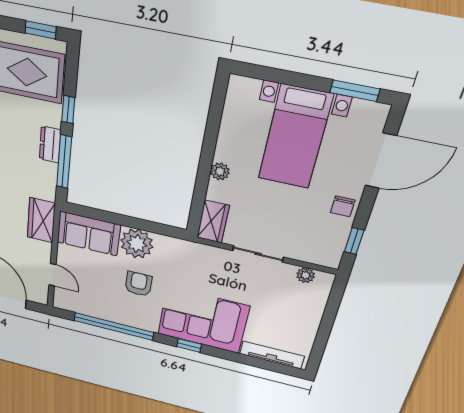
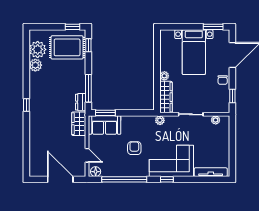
window: (68, 110) -> (88, 45), moved
dresser: (50, 145) -> (81, 102), moved
window: (92, 213) -> (105, 113), added
wardrobe: (213, 222) -> (166, 97), width x1.50
plant: (137, 244) -> (160, 120), moved, width x0.53, depth x0.53
floor lamp: (65, 303) -> (96, 172), added

